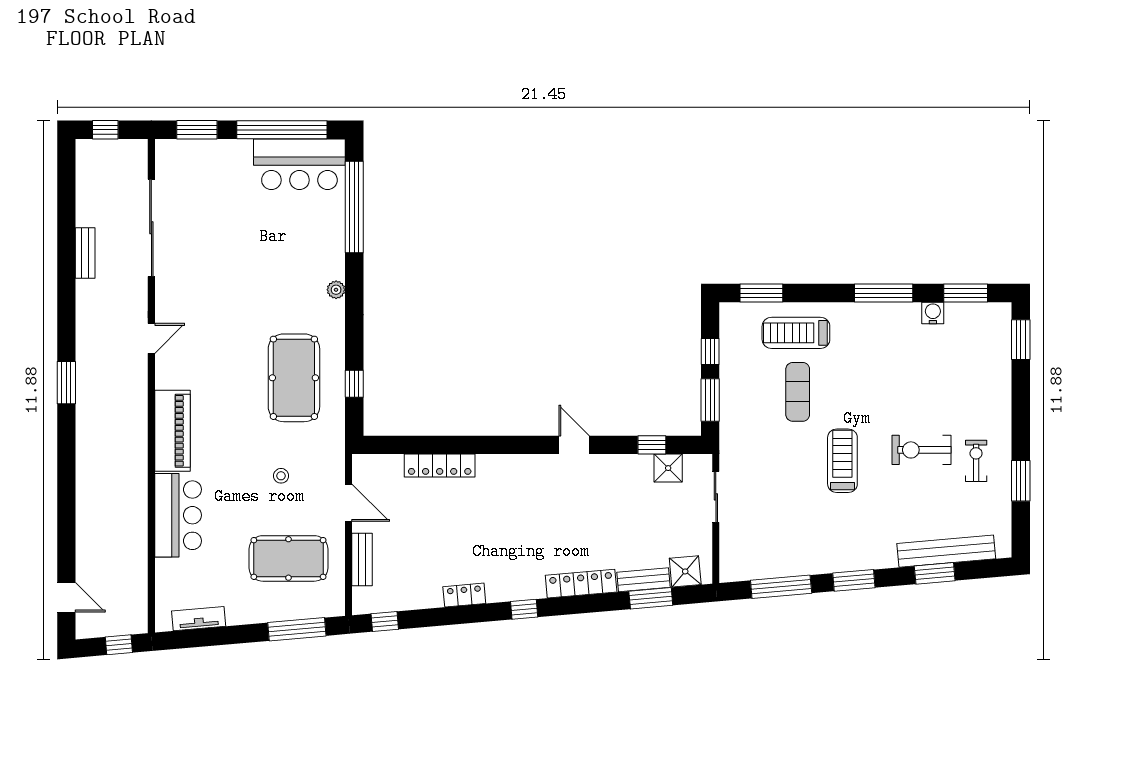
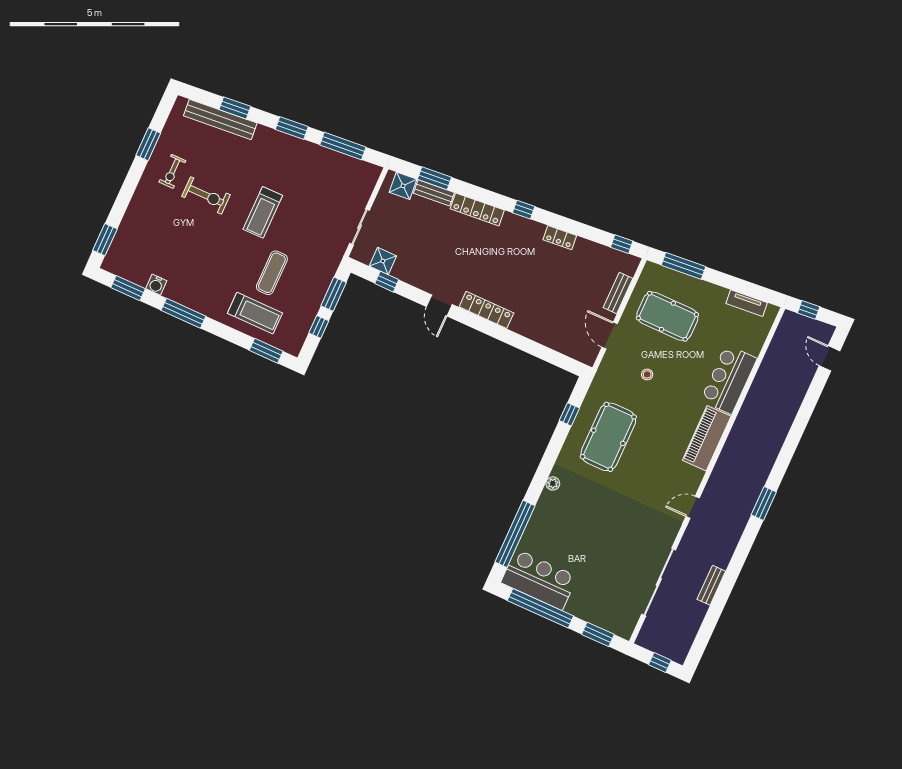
locker: (440, 466) -> (486, 310), moved

